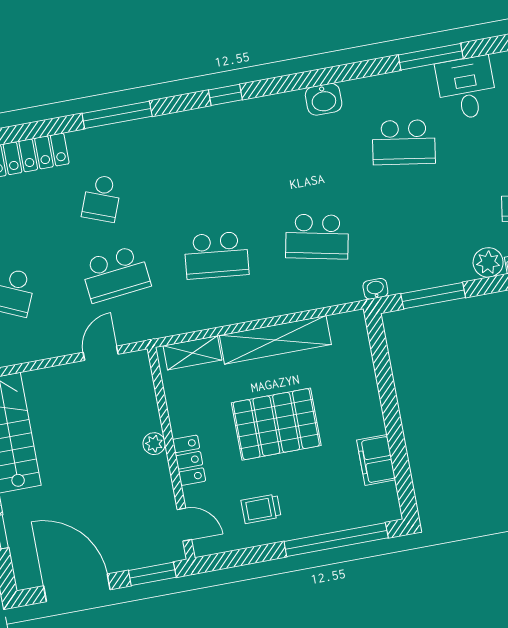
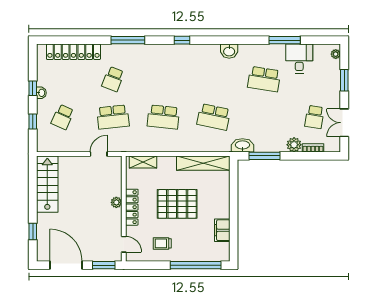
washbasin: (375, 289) -> (242, 145), width x1.91, depth x1.45
shelving: (275, 340) -> (203, 163), moved
locker: (189, 460) -> (132, 207), width x1.53

